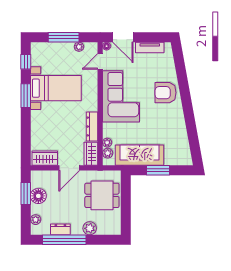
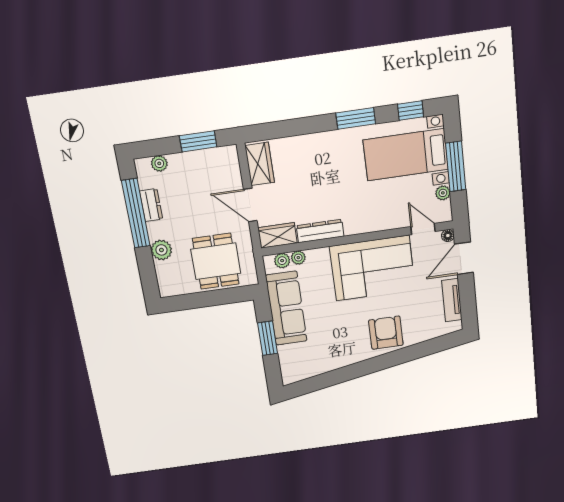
bed with nightstands: (56, 88) -> (406, 155), moved, turned 90
floor lamp: (38, 196) -> (198, 162), removed

